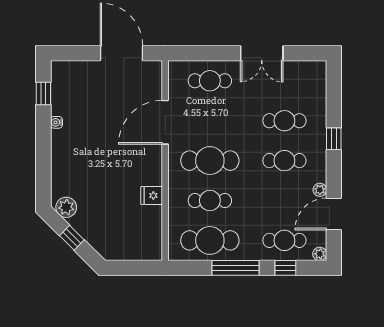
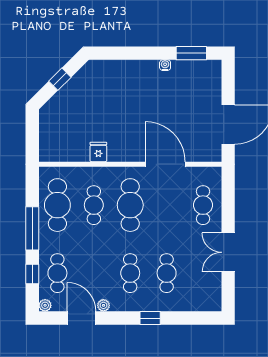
window: (43, 93) -> (191, 53), width x1.50
plant: (66, 207) -> (88, 74), removed

